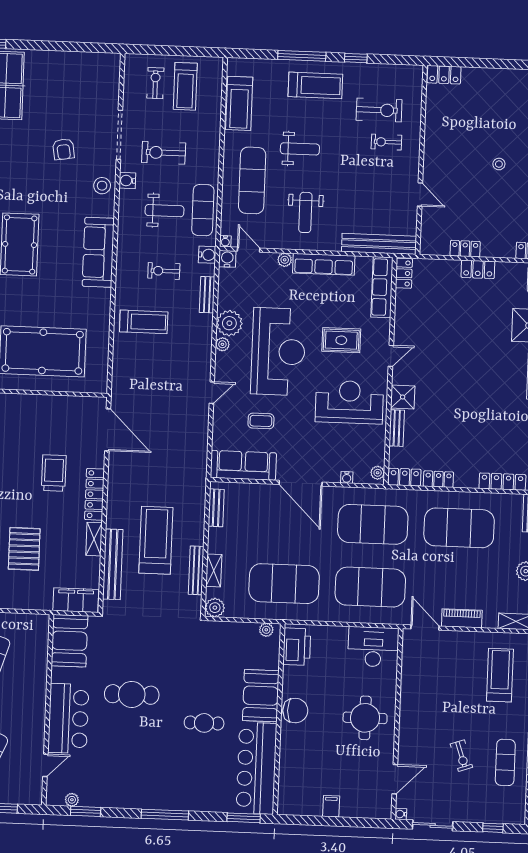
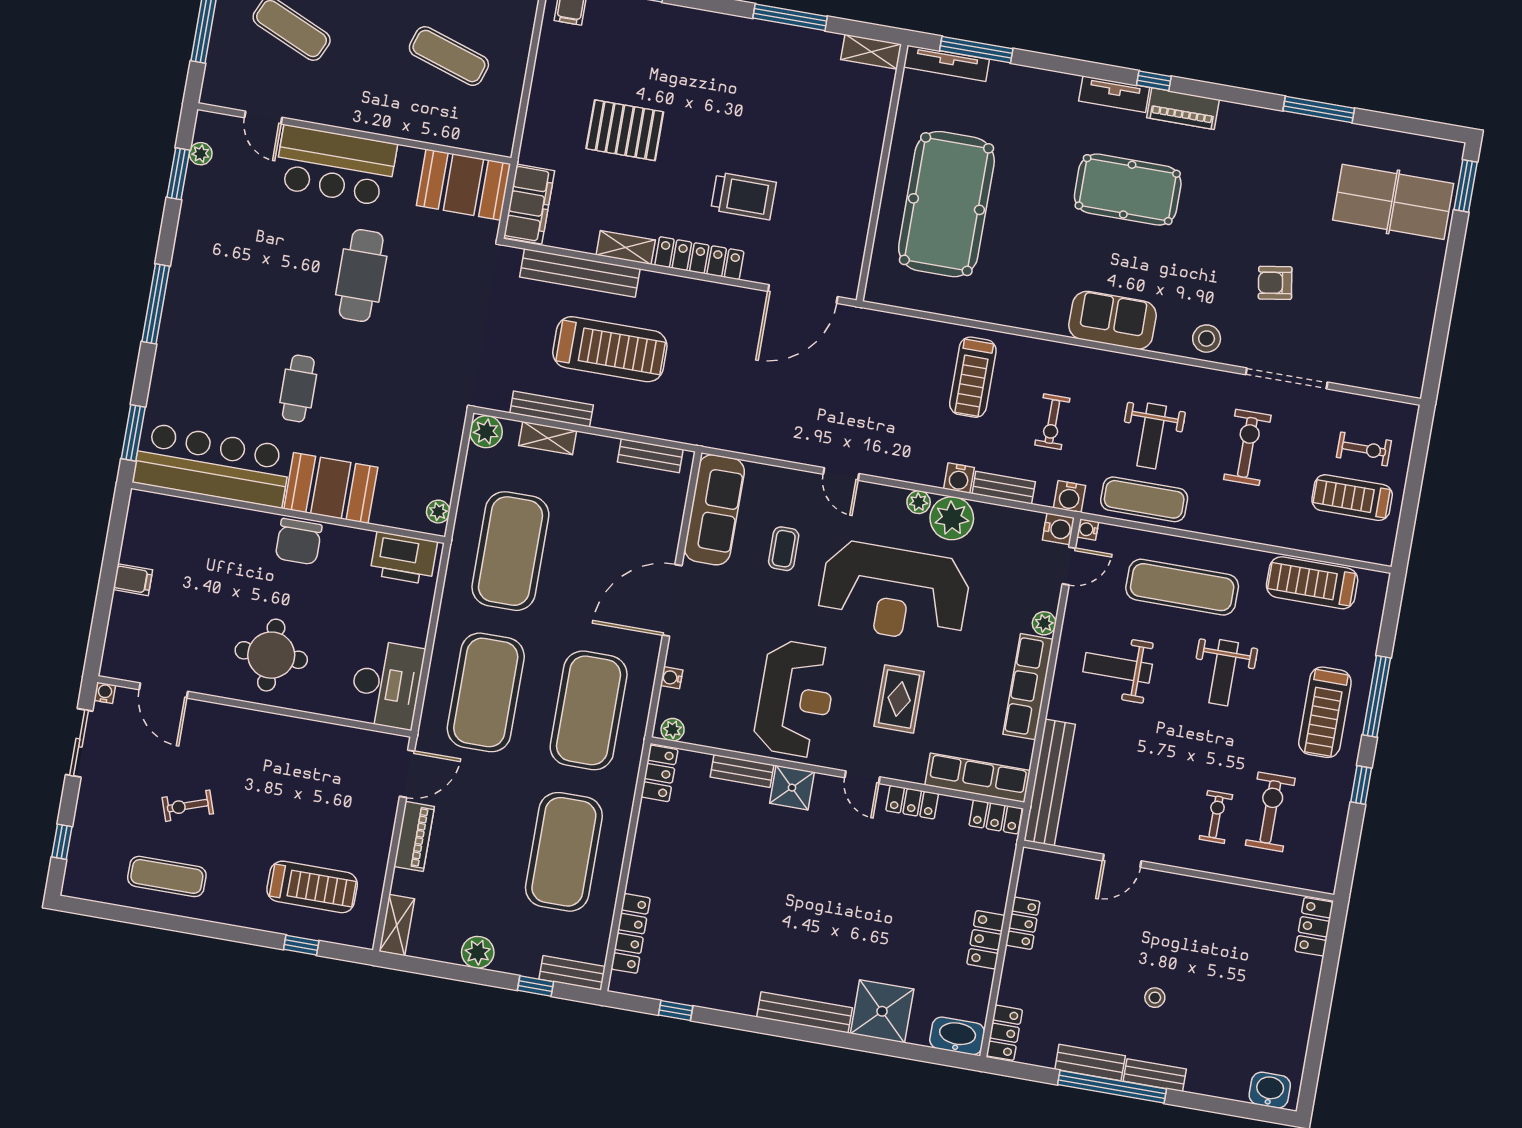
exercise bike: (379, 110) -> (1270, 812), turned 180
water cooler: (127, 181) -> (959, 478), moved, turned 180
sofa: (98, 252) -> (1113, 320), width x0.73
exercise bike: (164, 271) -> (1052, 422), turned 180
locker: (438, 479) -> (912, 802), moved, turned 90

